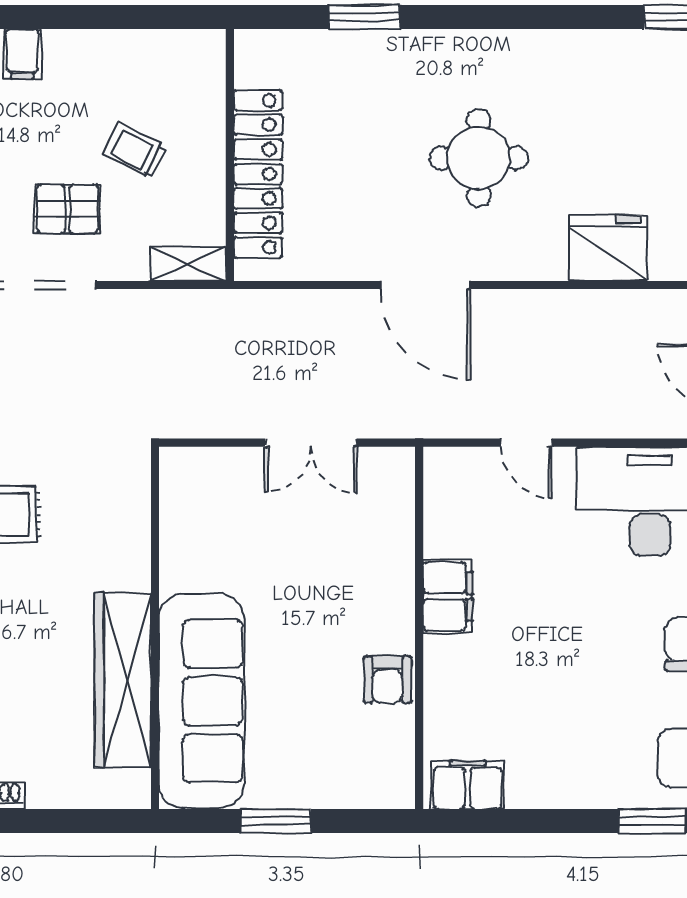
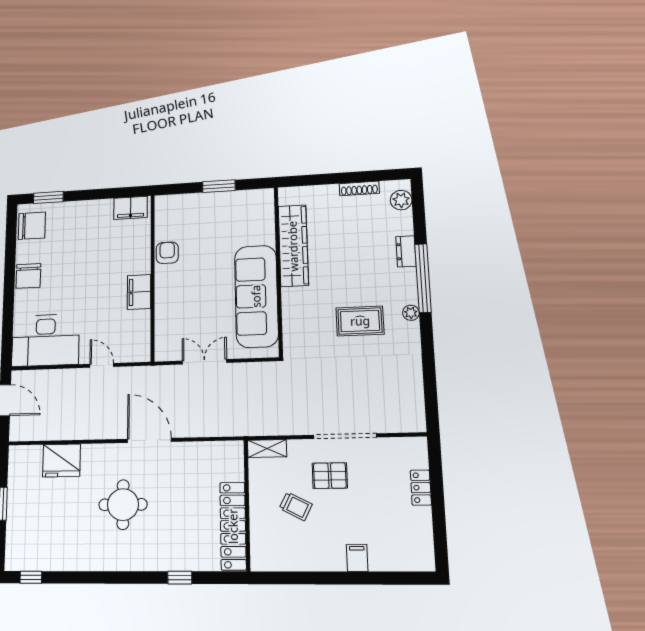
window: (364, 17) -> (180, 578), width x0.67
locker: (258, 174) -> (233, 526), moved
sofa: (202, 701) -> (256, 296), moved

